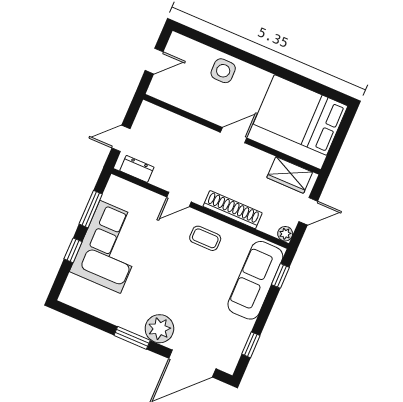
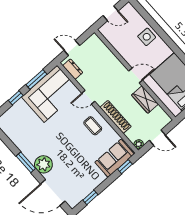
wardrobe: (290, 175) -> (145, 99), moved
corner sofa: (110, 247) -> (51, 94), moved
sofa: (255, 280) -> (115, 158), width x0.73

